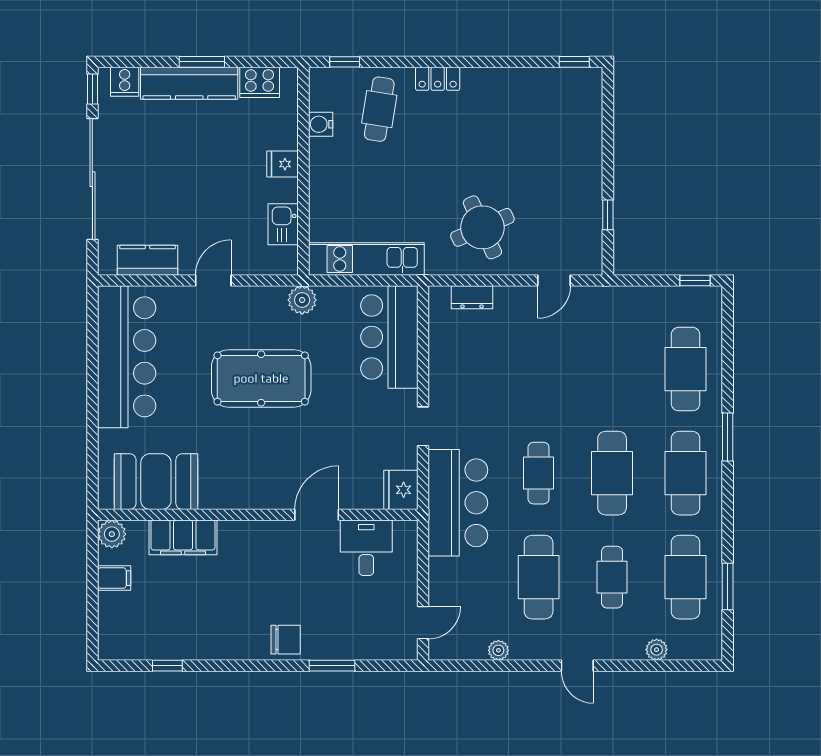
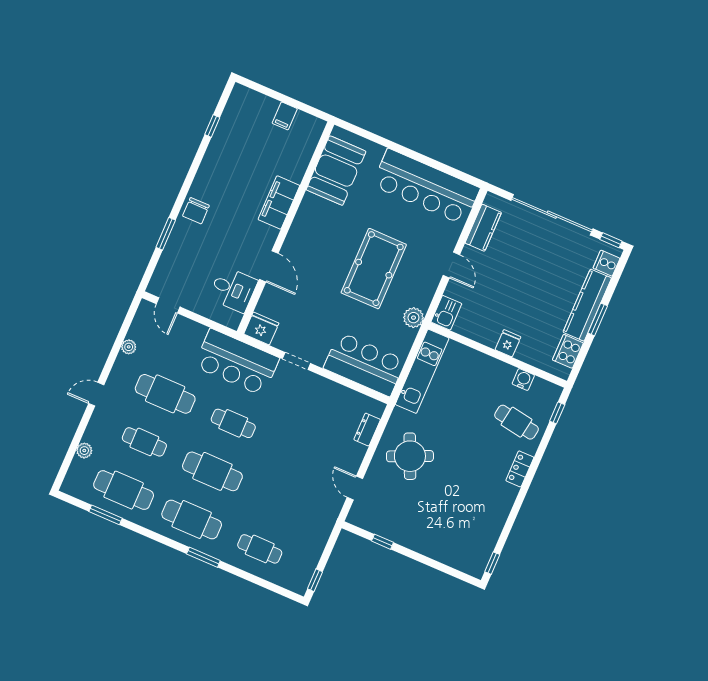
kitchen sink: (283, 224) -> (446, 313), moved, turned 90
cafe table: (686, 369) -> (260, 549), width x0.73, depth x0.74
plant: (112, 534) -> (314, 127), removed
filing cabinet: (183, 537) -> (279, 202), moved

